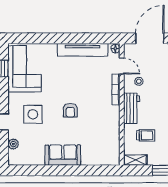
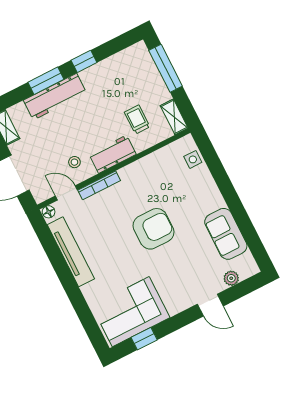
door: (122, 66) -> (66, 193), hinge flipped
armchair: (70, 110) -> (154, 229), width x1.88, depth x1.88
side table: (33, 114) -> (193, 159), moved, width x0.54, depth x0.54
sofa: (63, 155) -> (226, 234), moved

